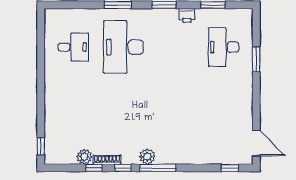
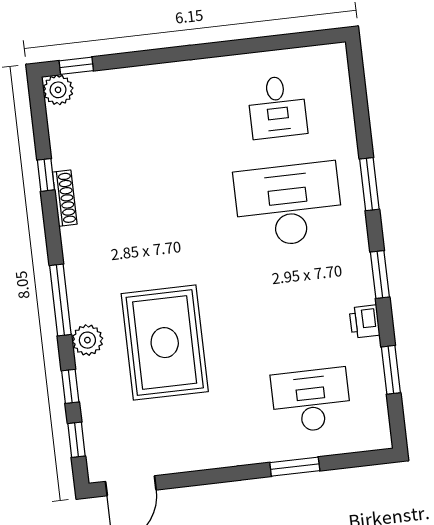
rug: (186, 118) -> (165, 343), added
plant: (84, 157) -> (58, 90), moved
plant: (147, 157) -> (87, 340), moved
window: (123, 168) -> (70, 386), moved

